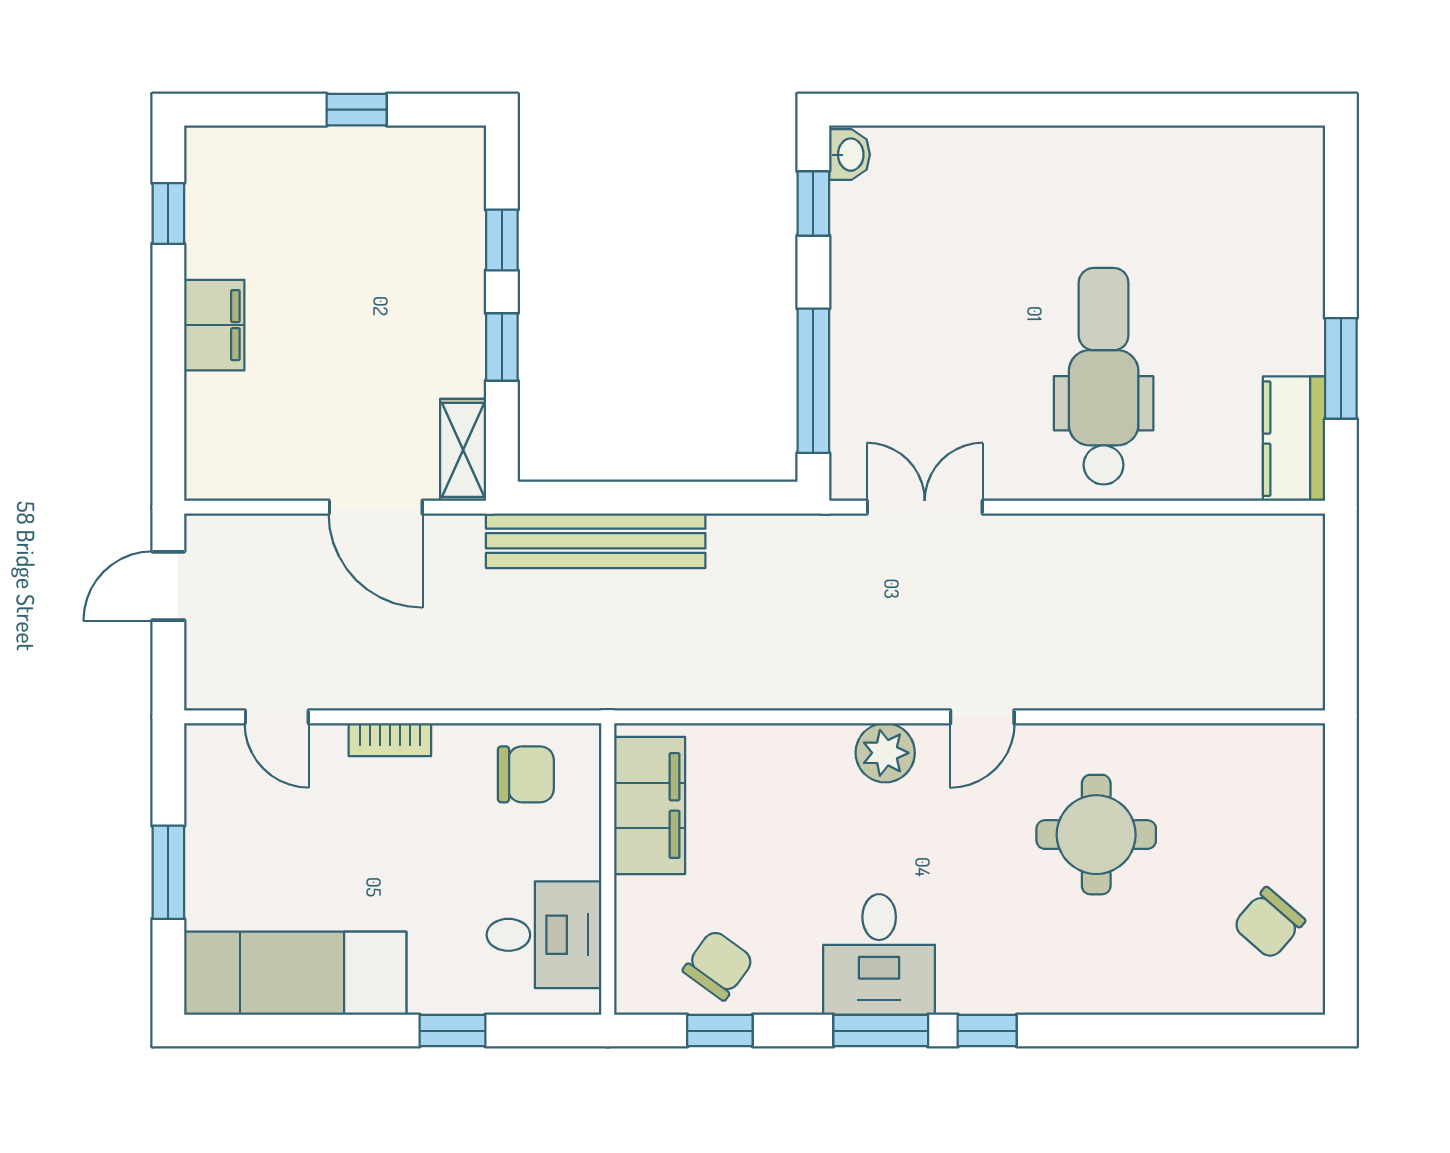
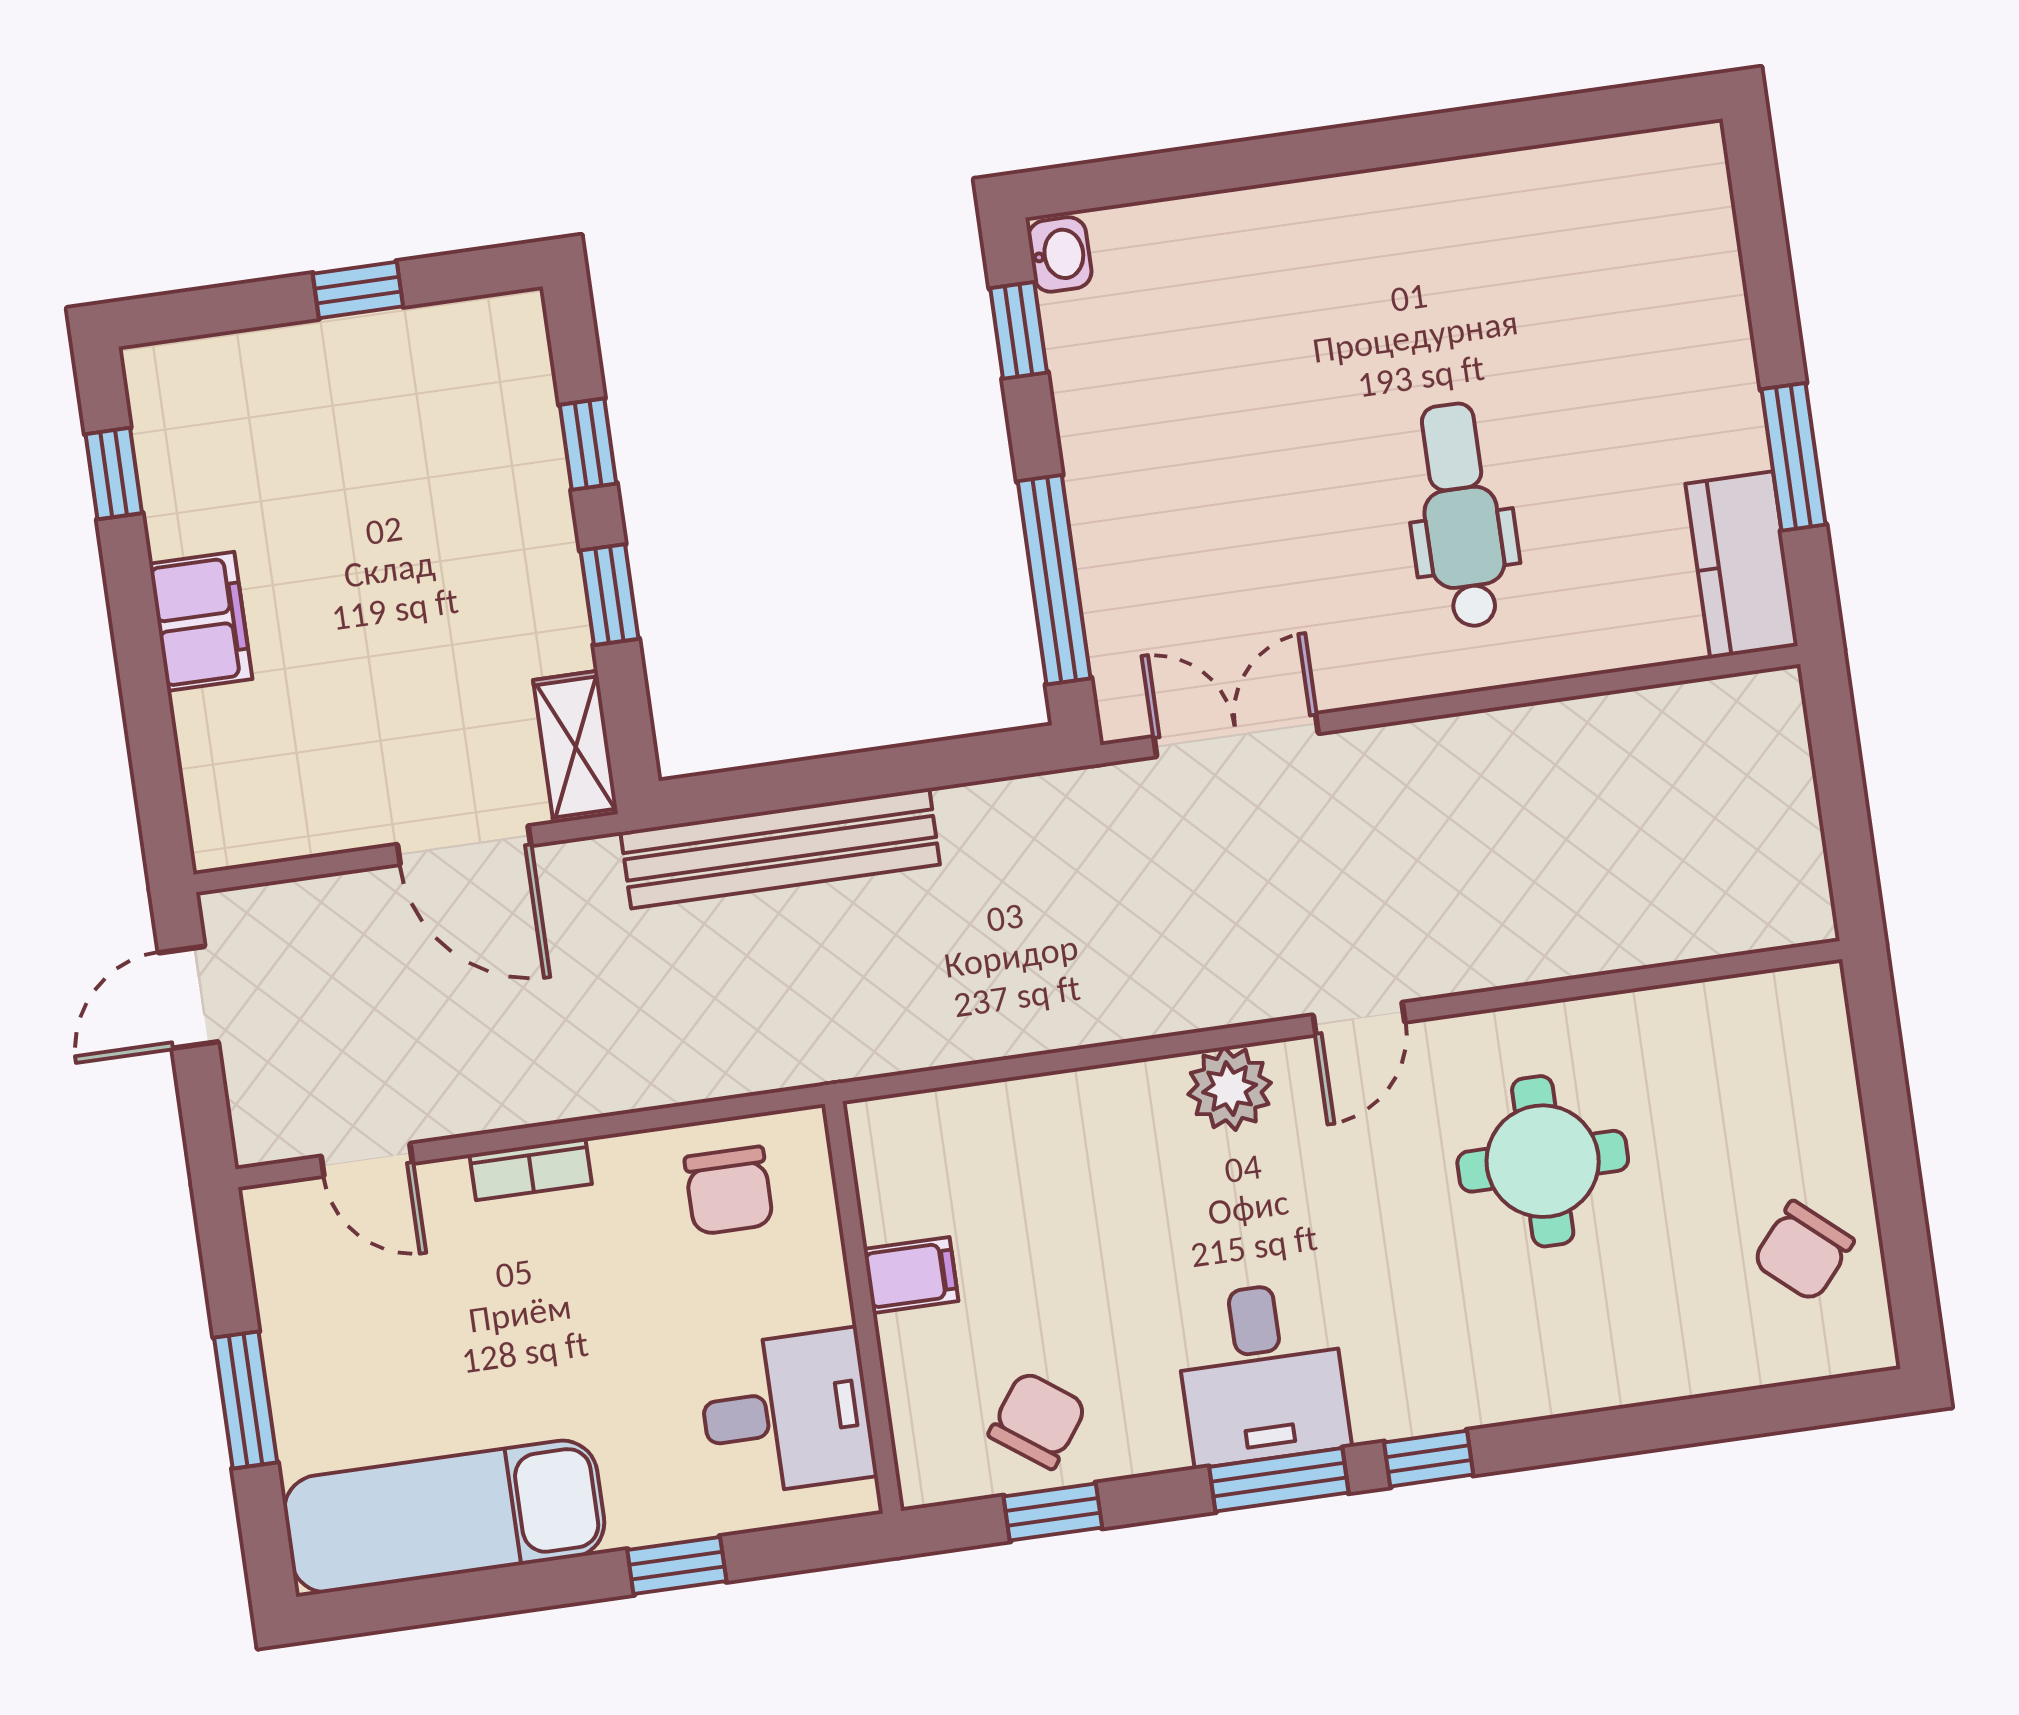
dental chair: (1104, 376) -> (1461, 515), width x0.73, depth x0.72
chair: (526, 774) -> (729, 1191), turned 90
filing cabinet: (650, 806) -> (911, 1275), width x0.33, depth x0.86

